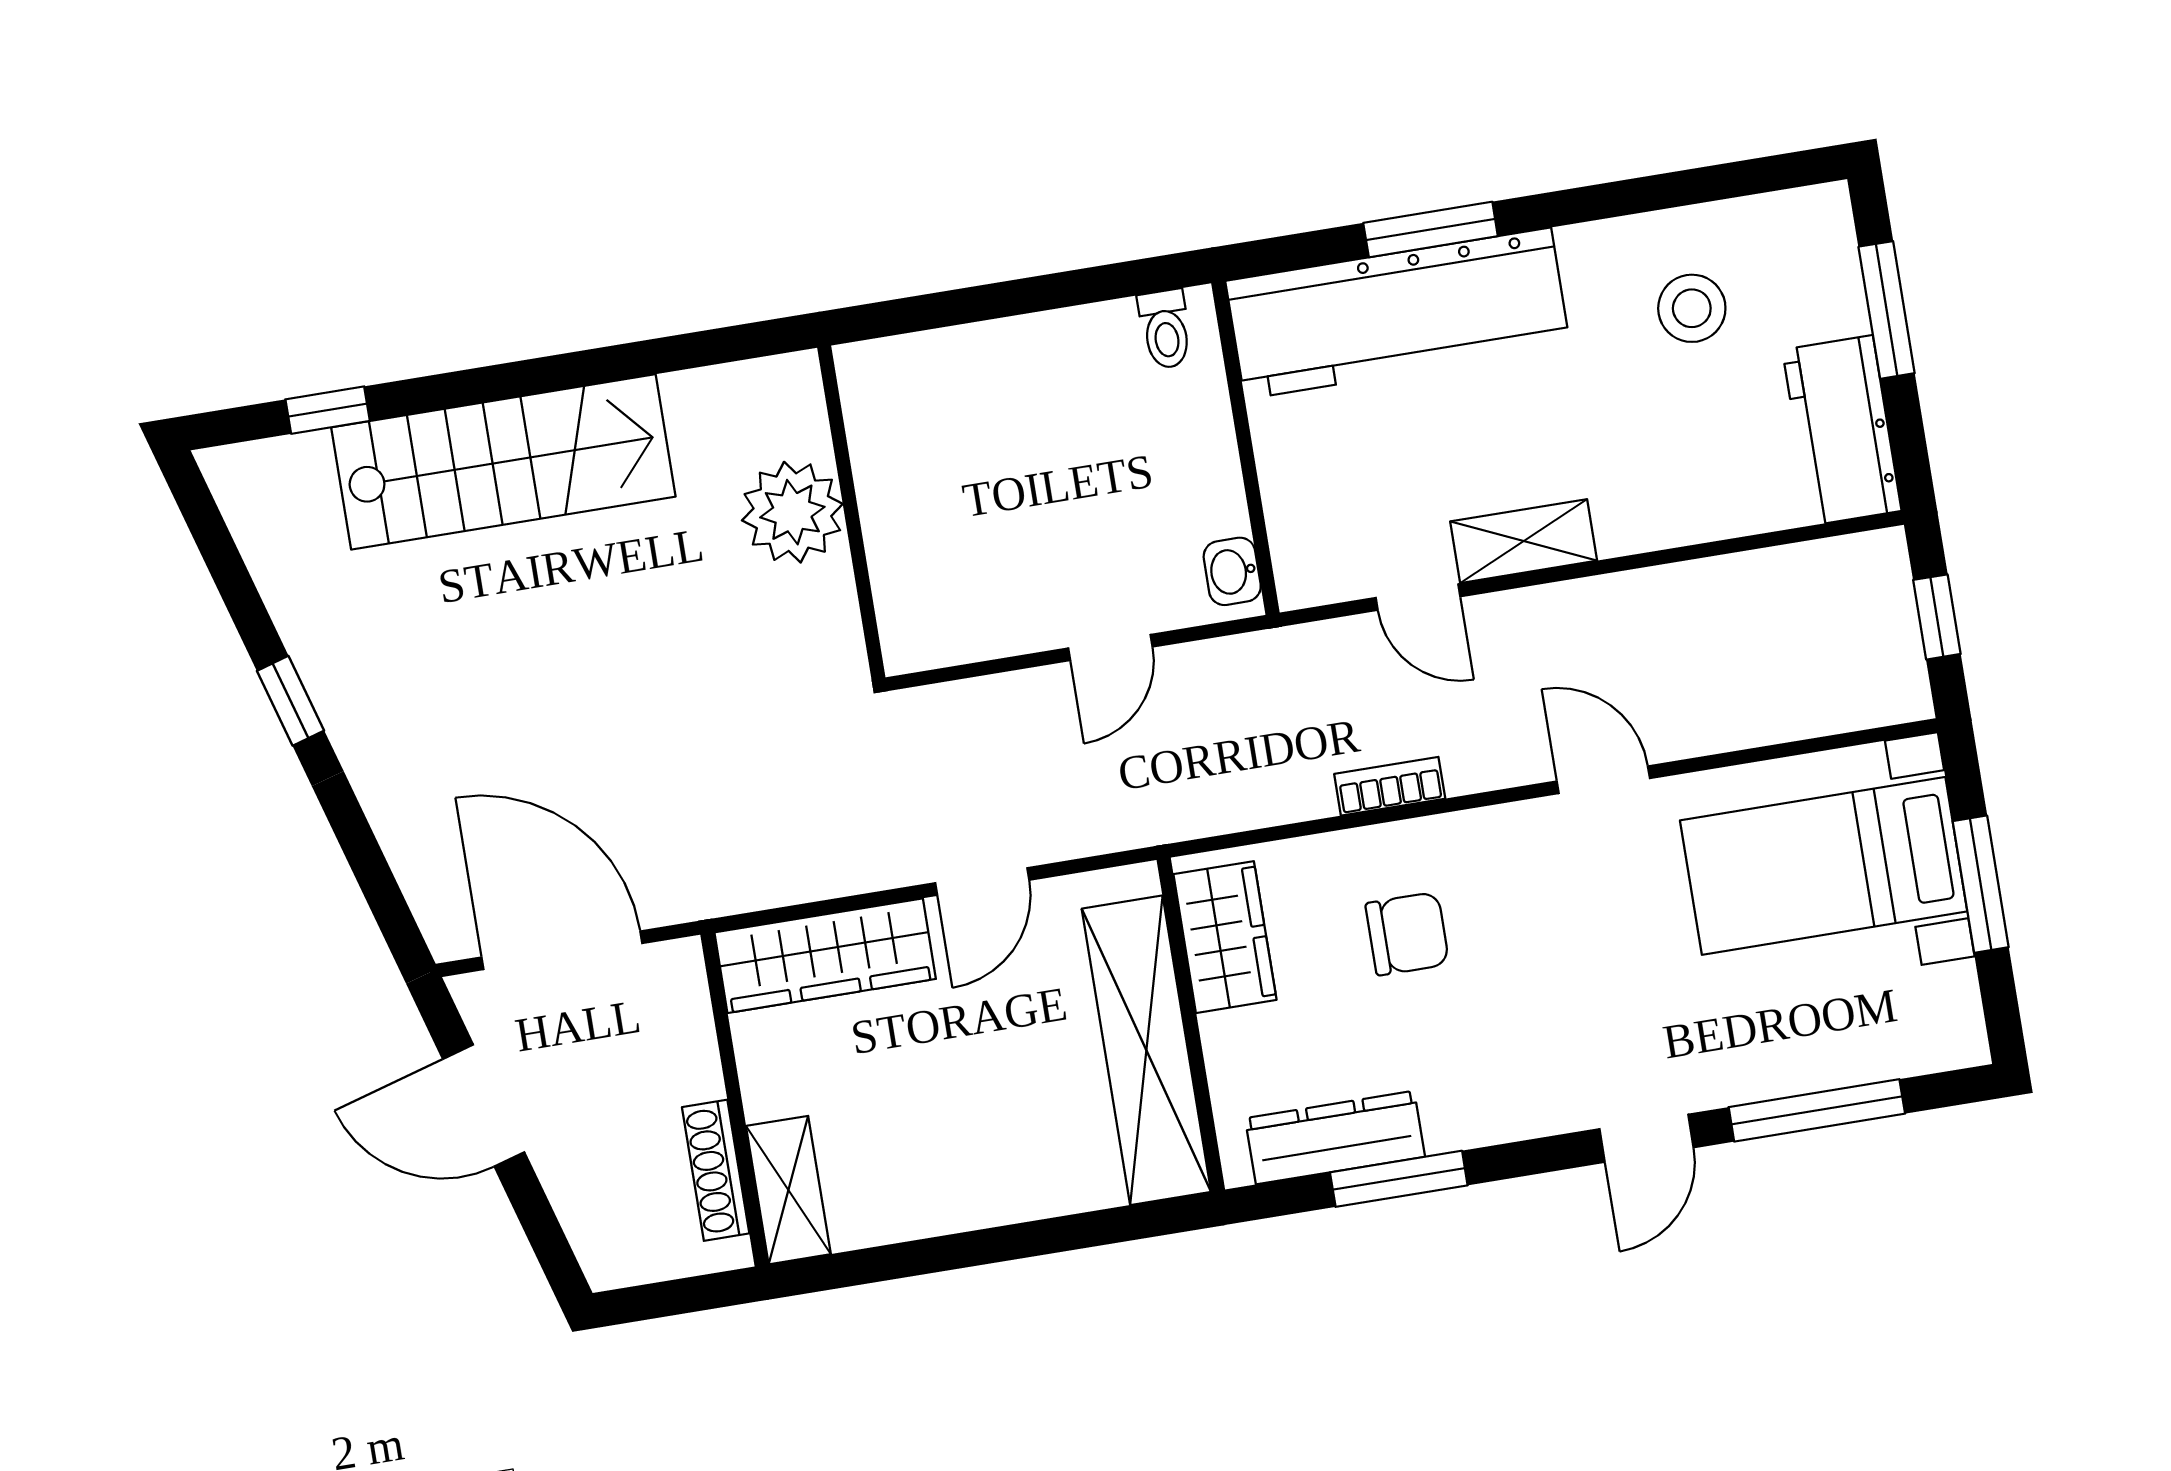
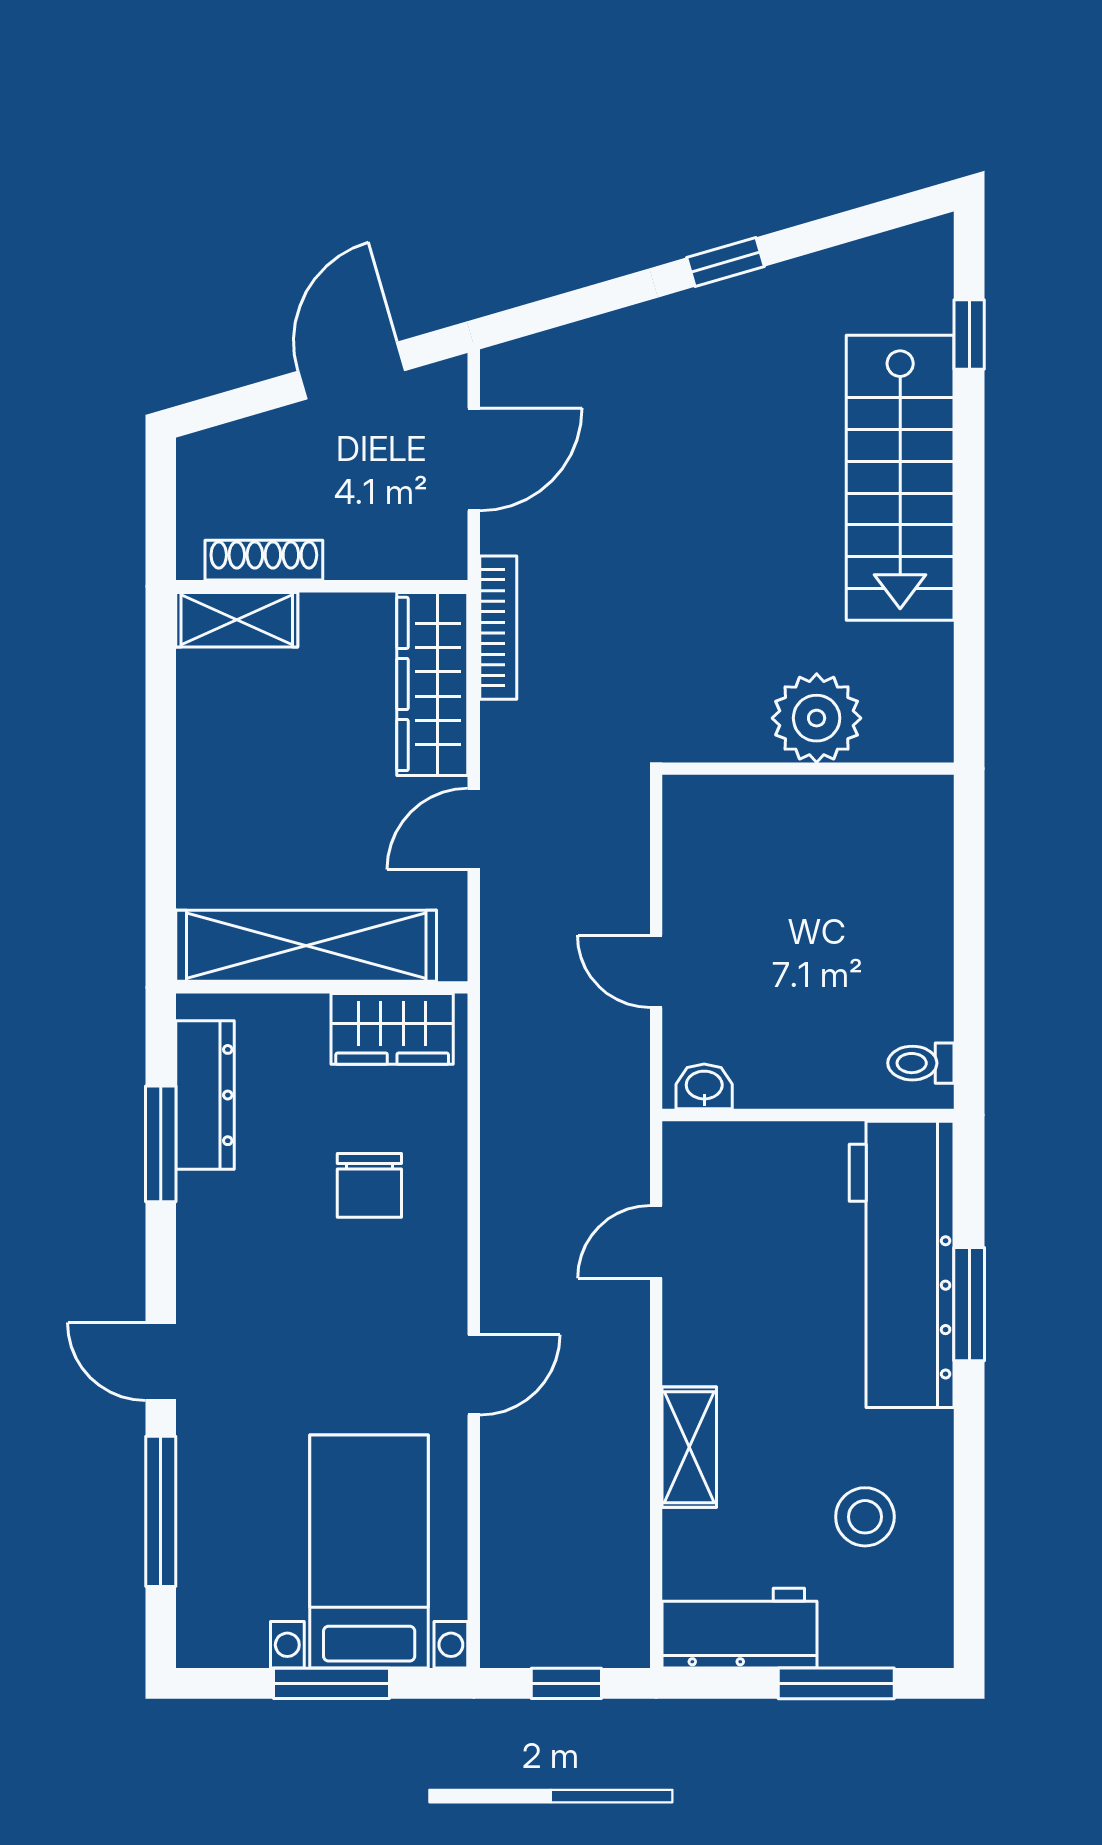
shelving: (1524, 541) -> (689, 1447), moved
bookcase: (1390, 786) -> (498, 628), moved, width x1.56
door: (982, 881) -> (474, 829), hinge flipped
door: (562, 950) -> (474, 459), width x0.73

